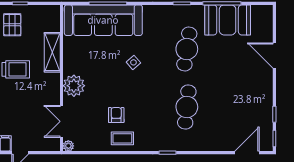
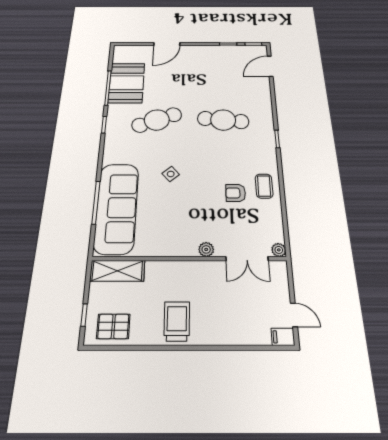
cafe table: (187, 49) -> (157, 120), turned -30
shelving: (52, 52) -> (117, 271), moved
plant: (74, 86) -> (206, 249), width x0.53, depth x0.53
door: (247, 153) -> (270, 66), hinge flipped

